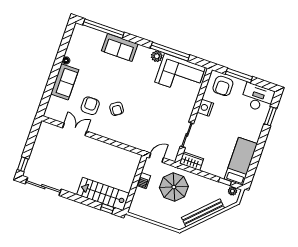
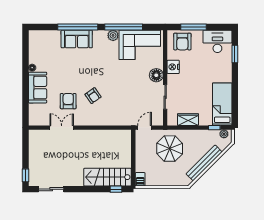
window: (104, 29) -> (78, 27), moved
floor lamp: (186, 110) -> (156, 75), added
wardrobe: (192, 161) -> (188, 120), moved
barbecue: (144, 181) -> (140, 179), moved
sliding door: (43, 187) -> (51, 189), width x0.73

